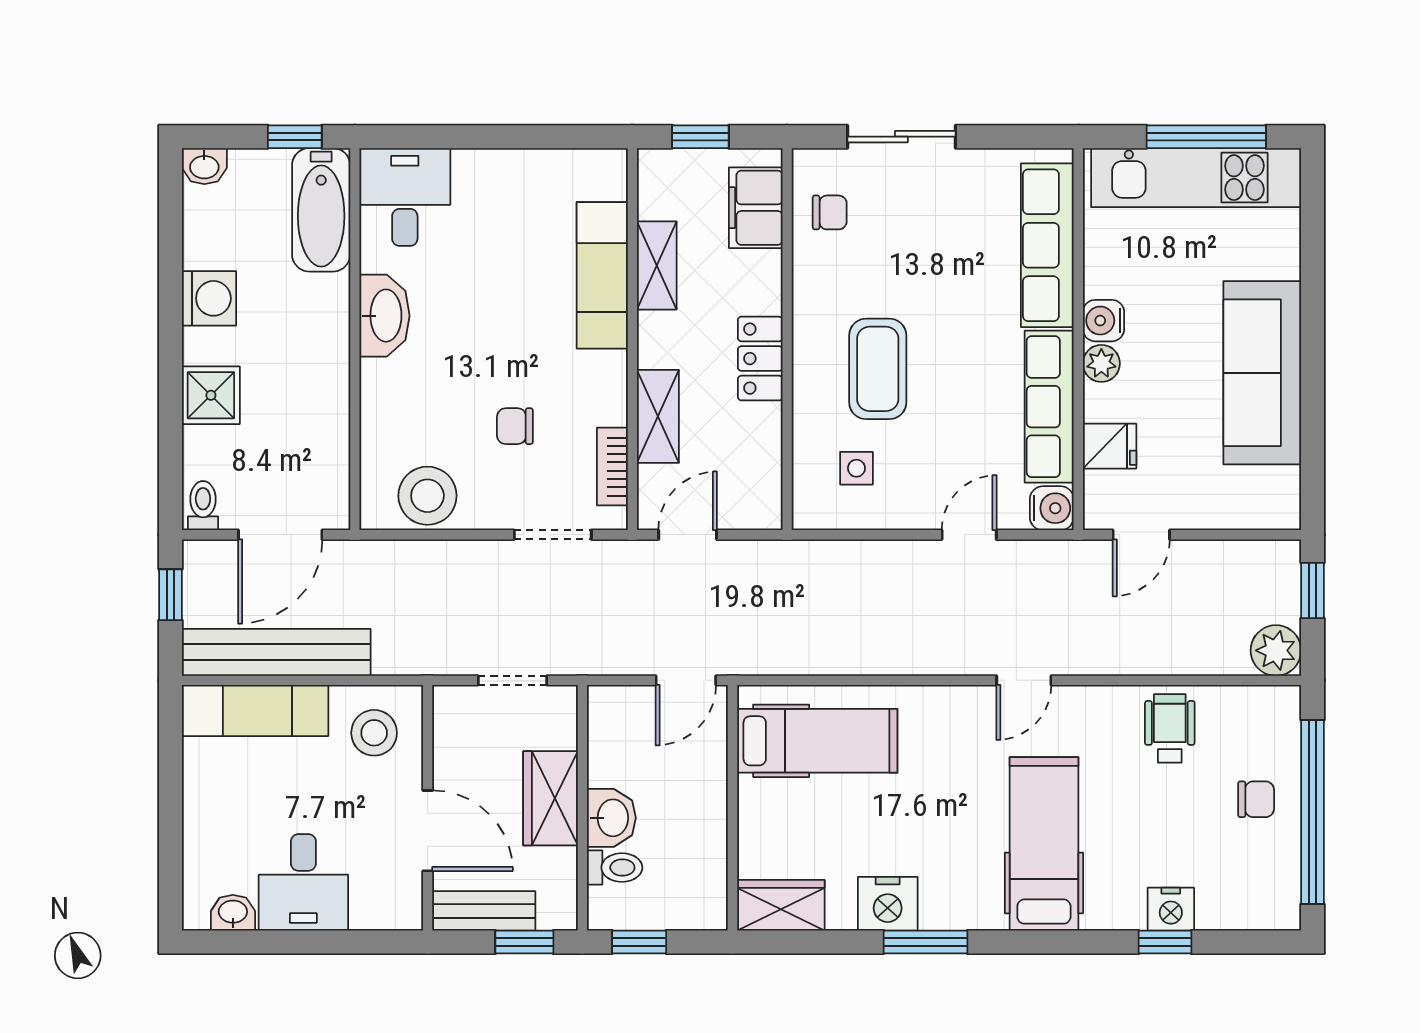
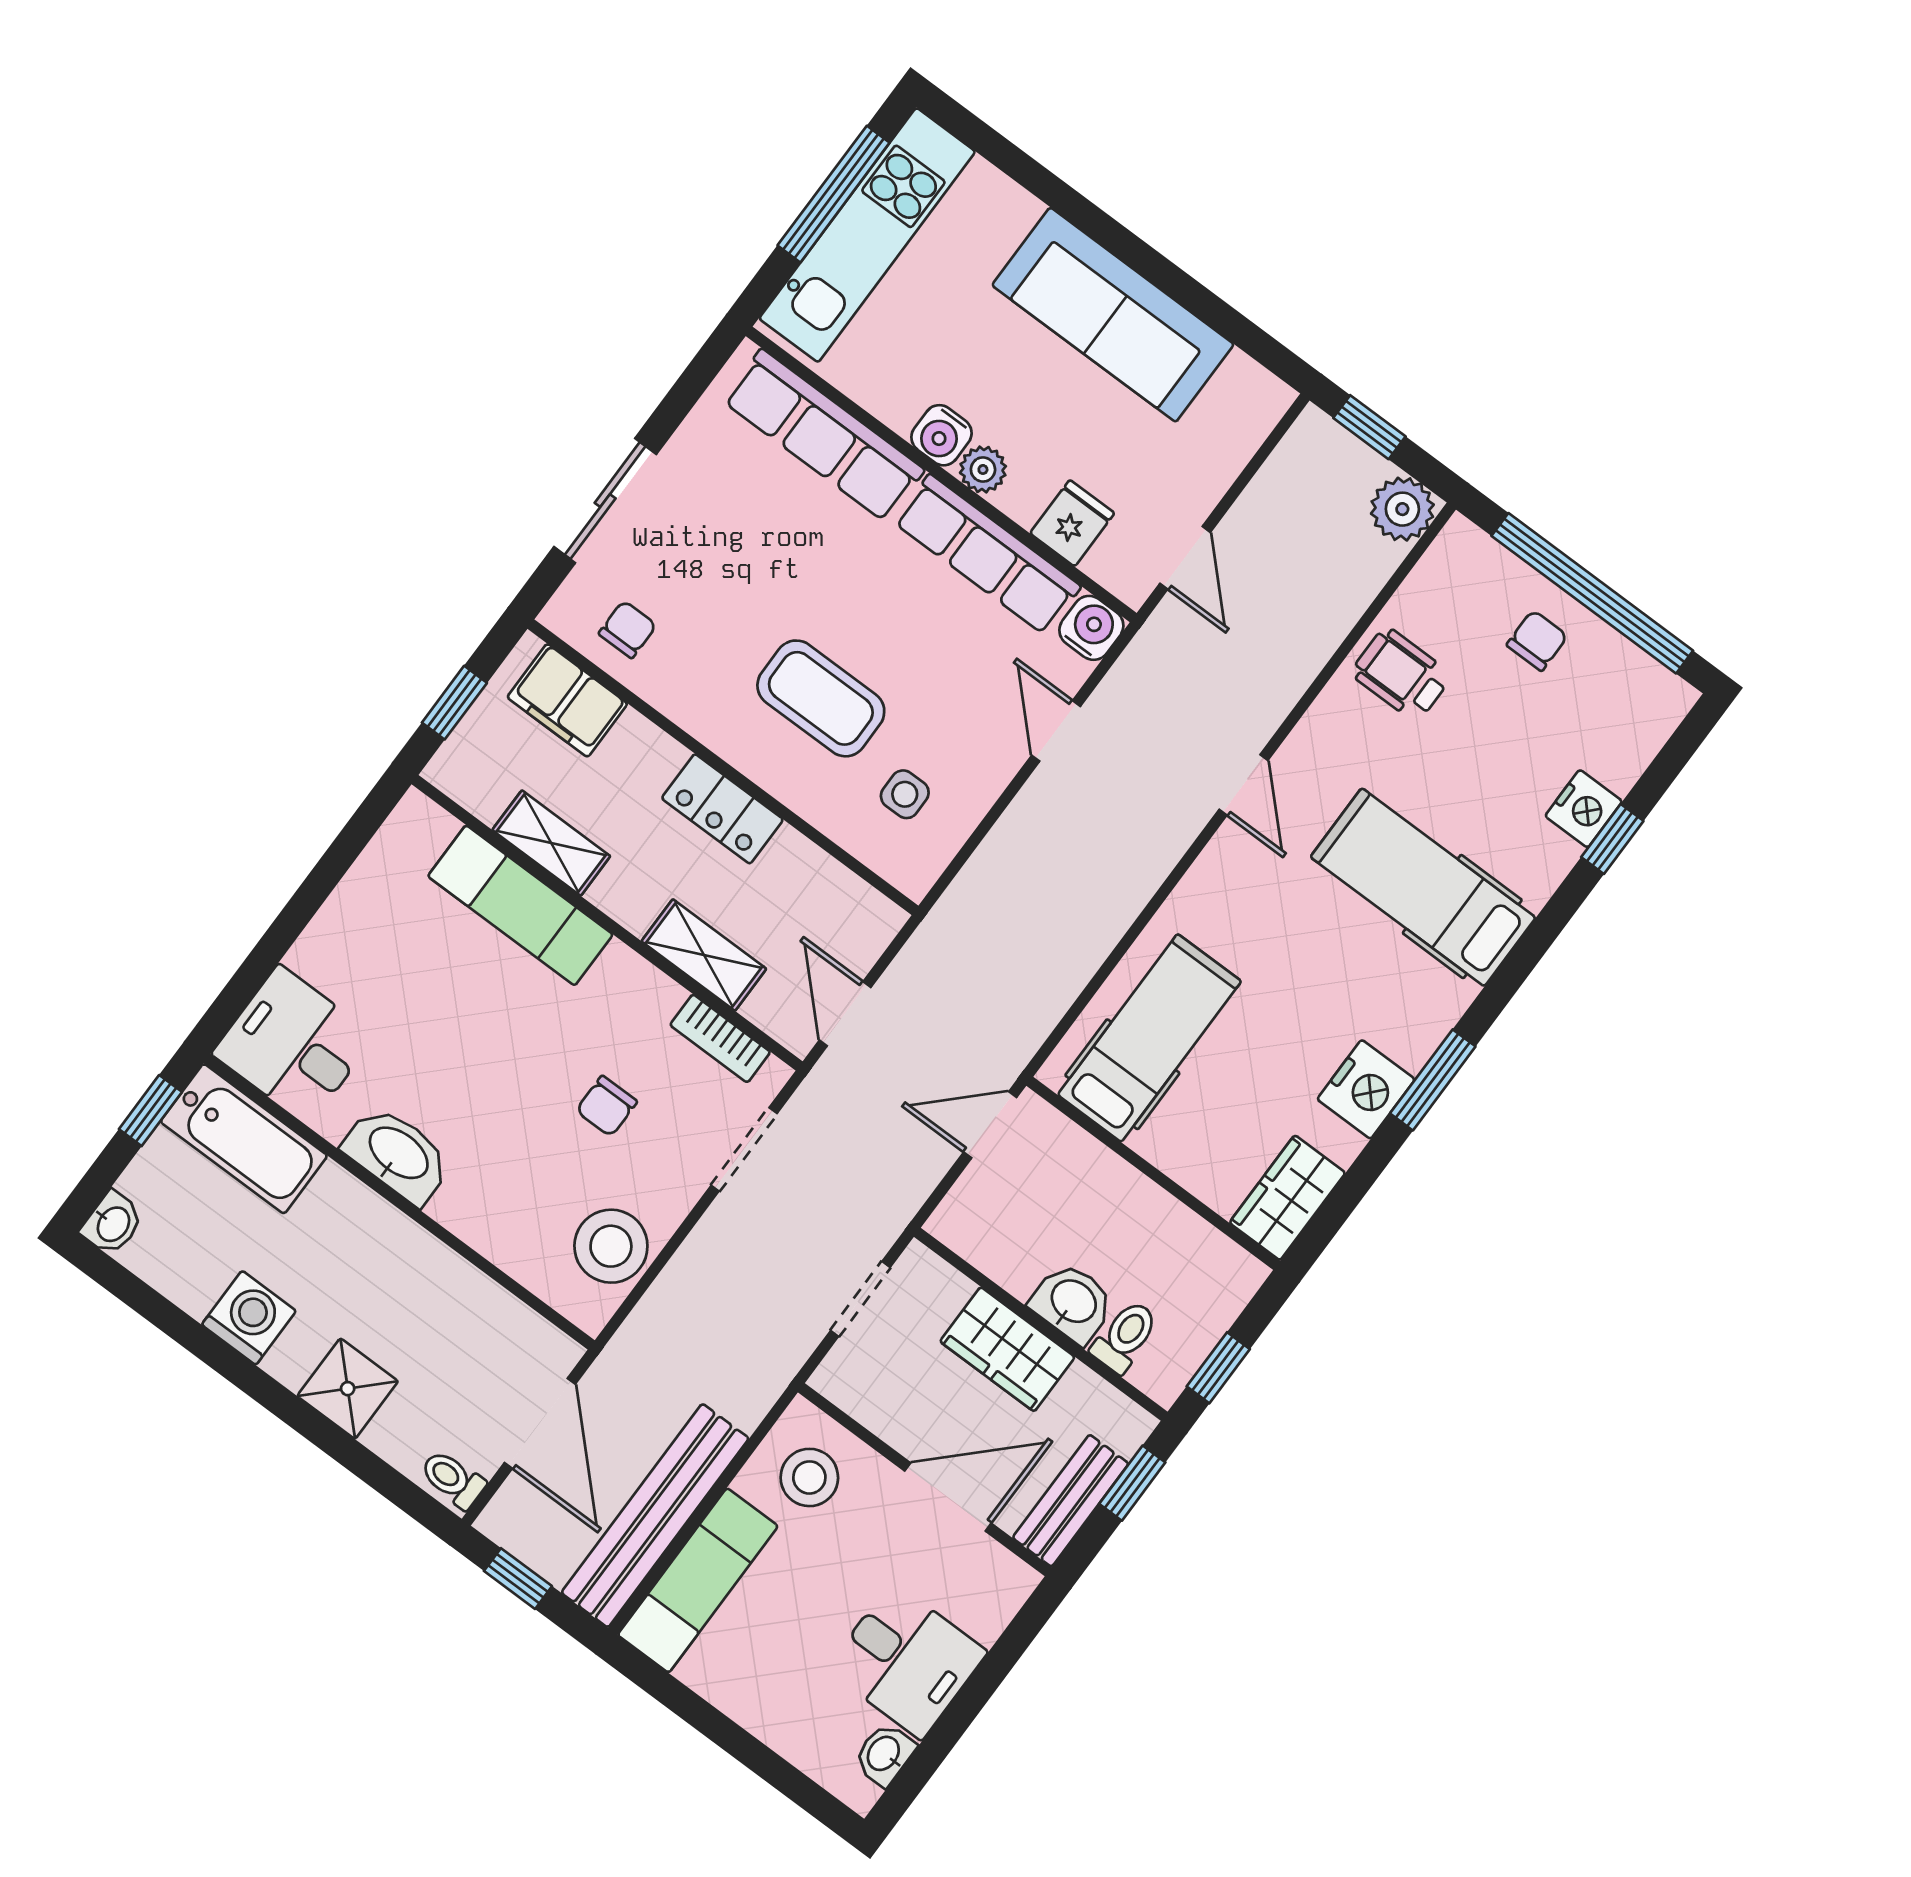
door: (686, 680) -> (990, 1125), swing flipped

